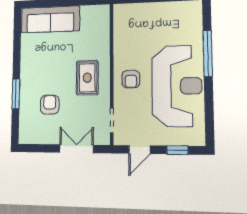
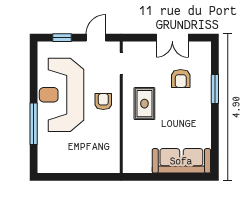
double door: (76, 149) -> (172, 38), moved

